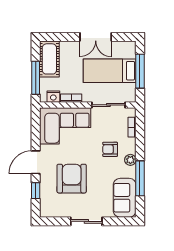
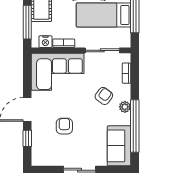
armchair: (110, 149) -> (104, 96), turned 127
window: (140, 178) -> (135, 126), width x1.46
armchair: (72, 179) -> (64, 126), width x0.53, depth x0.53

